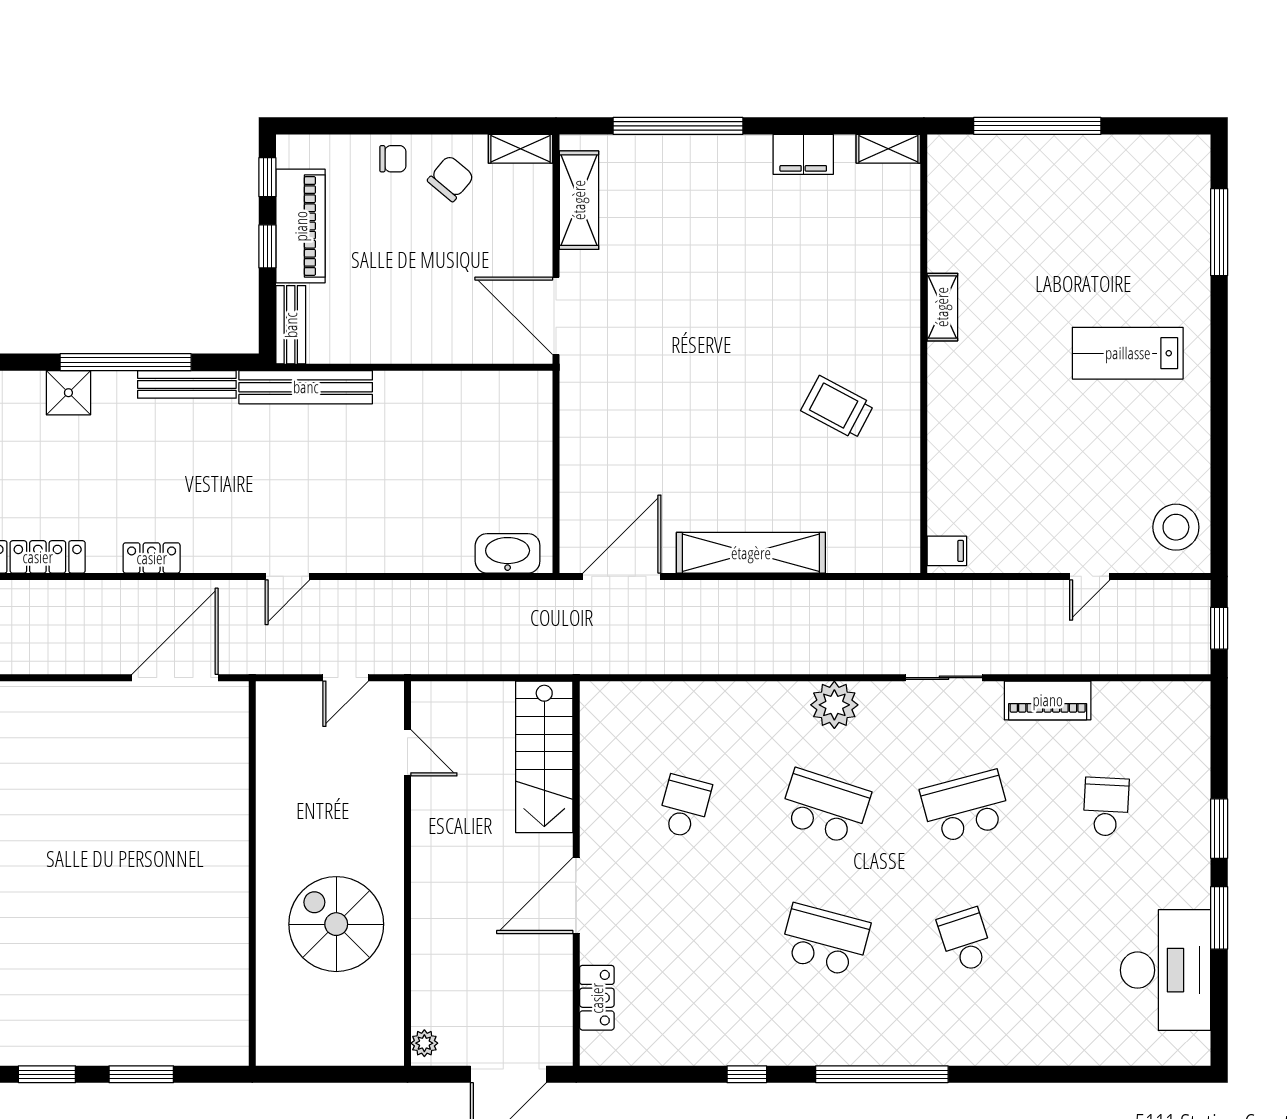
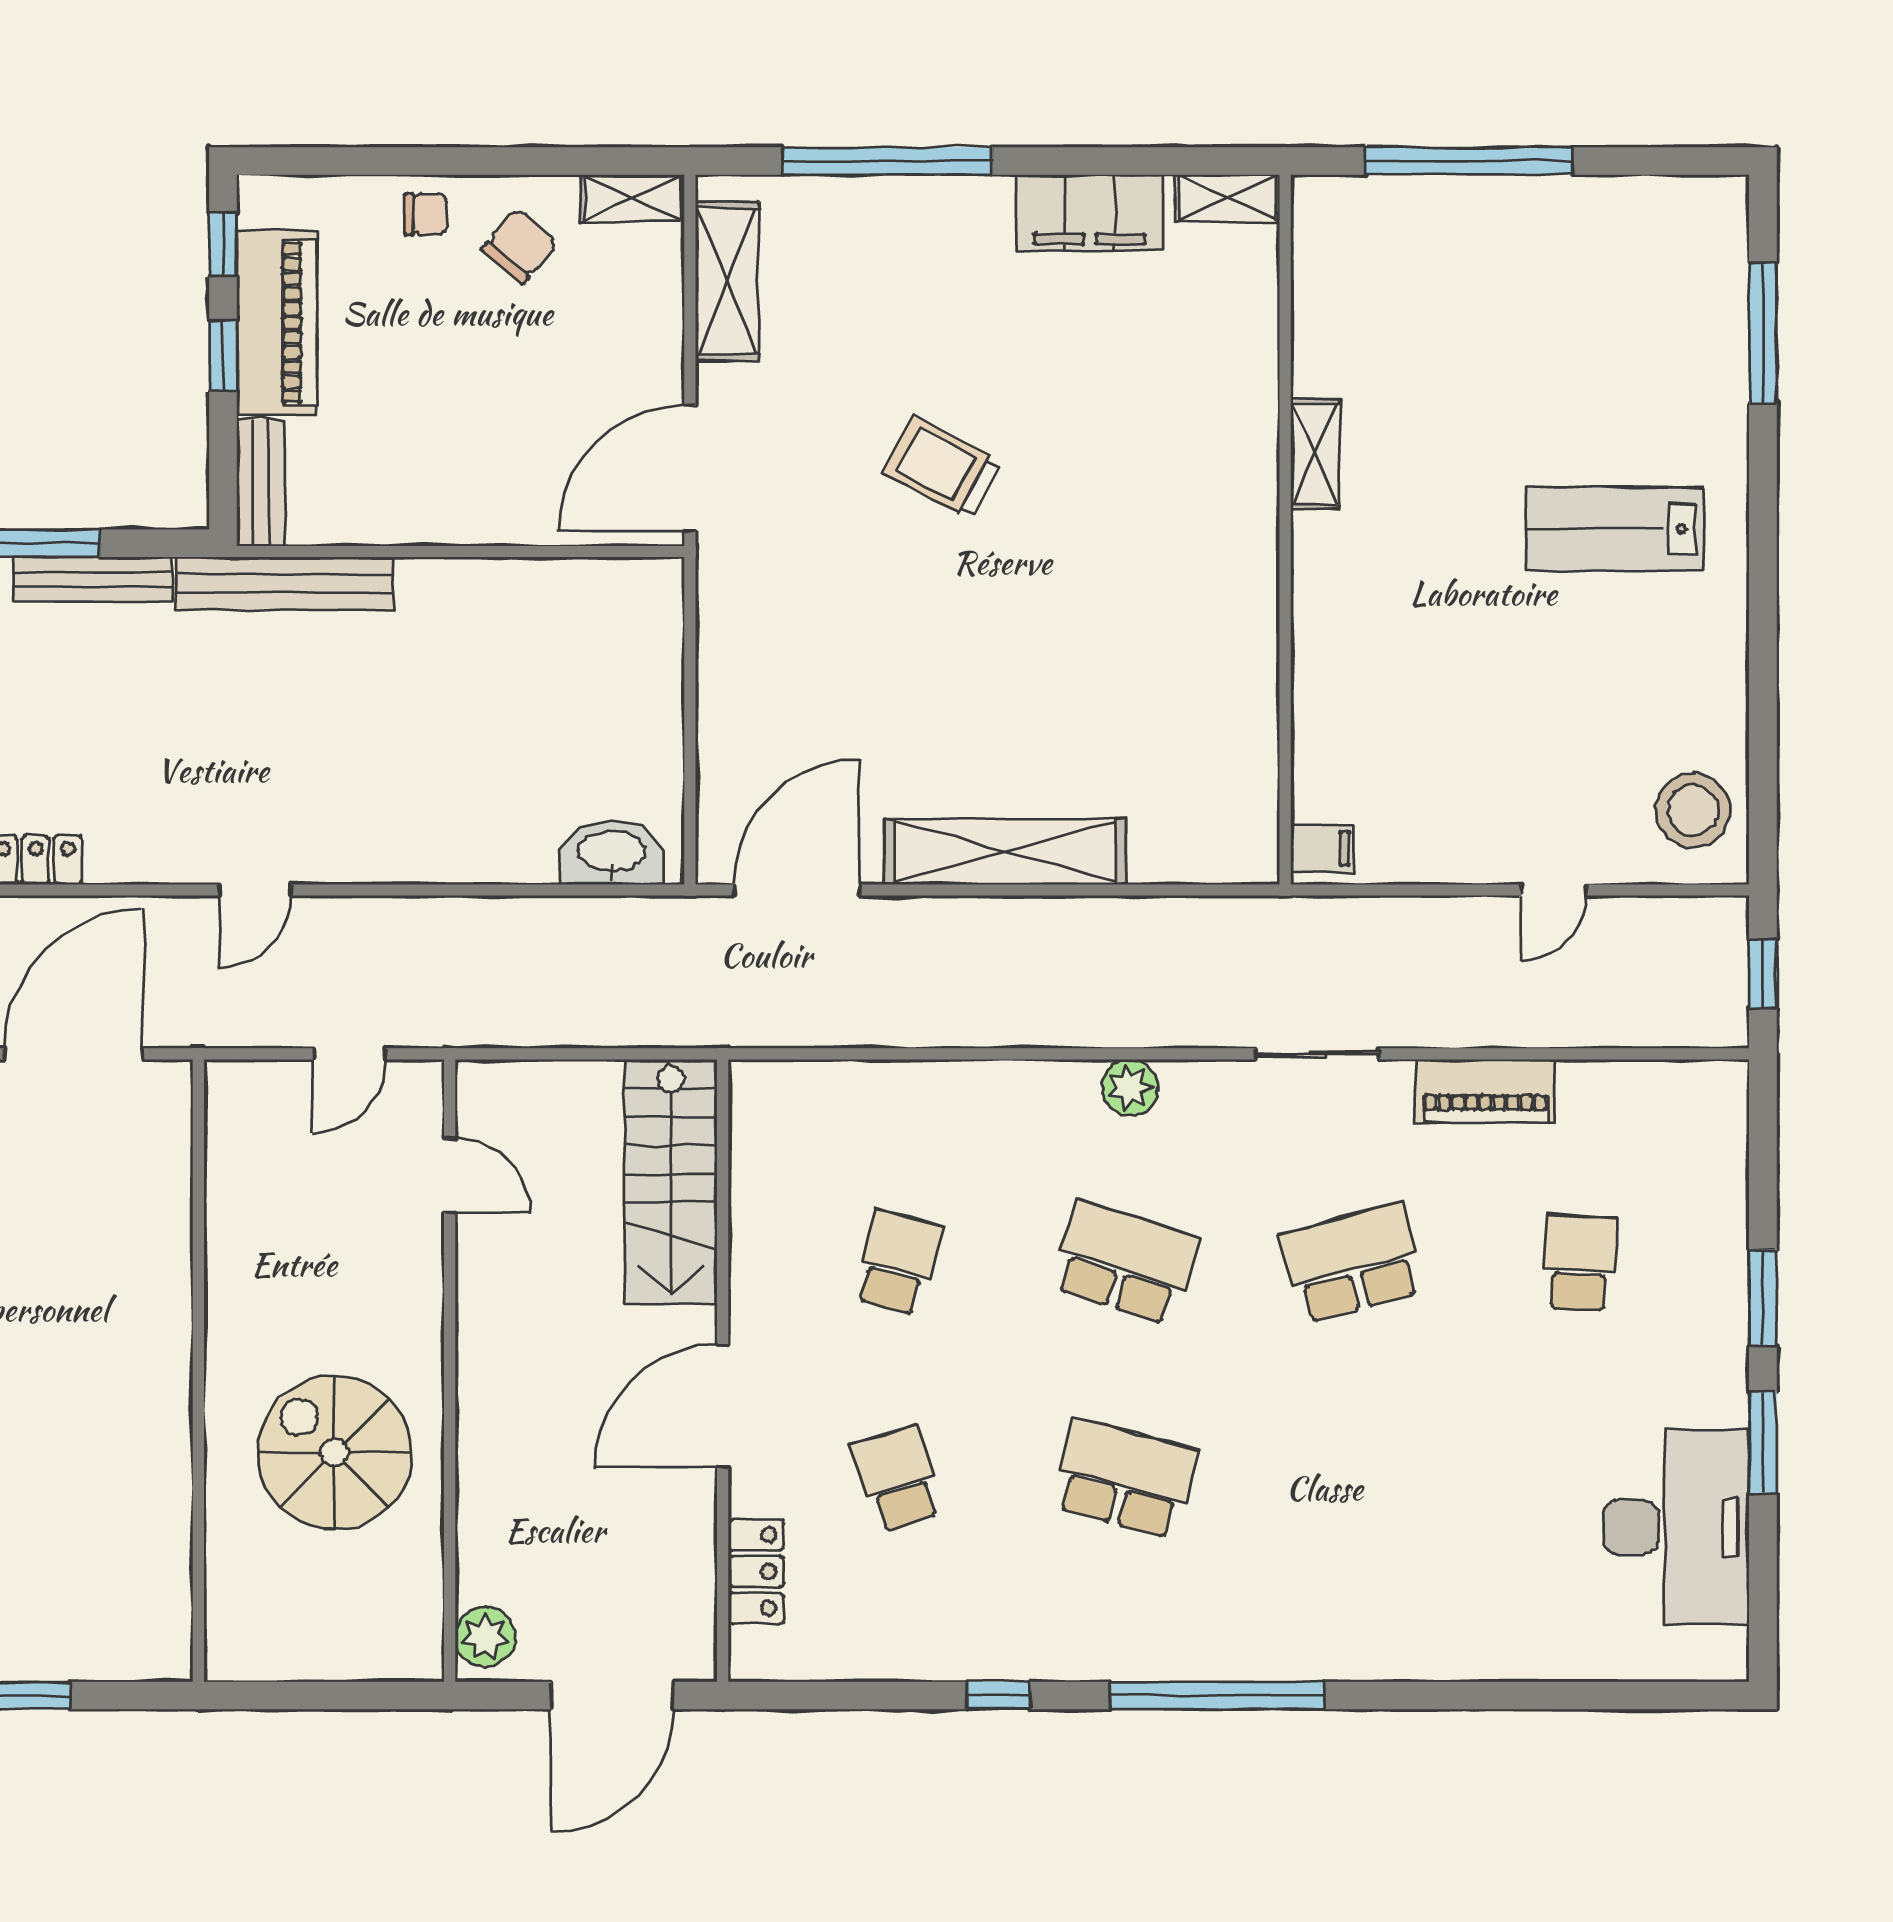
filing cabinet: (803, 154) -> (1090, 212), width x1.50, depth x1.17
door: (556, 316) -> (690, 468), hinge flipped
trolley: (837, 408) -> (942, 467), moved
plant: (834, 705) -> (1130, 1088), width x0.73, depth x0.73
school desk: (965, 940) -> (897, 1479), moved
plant: (424, 1043) -> (485, 1637), width x1.38, depth x1.38

